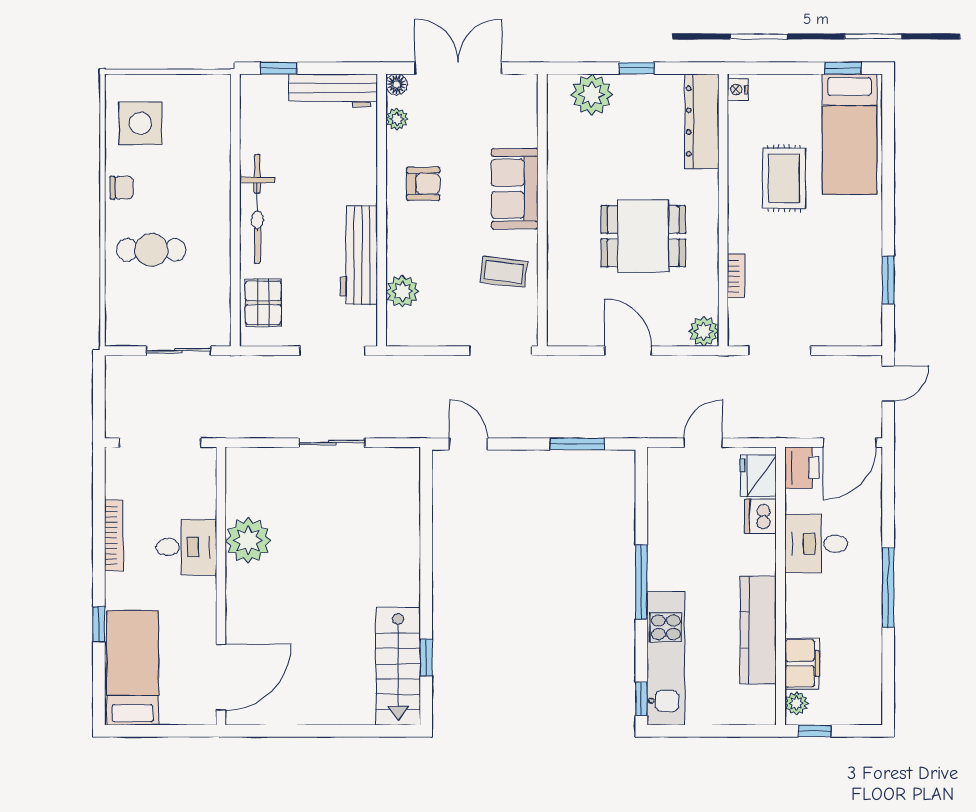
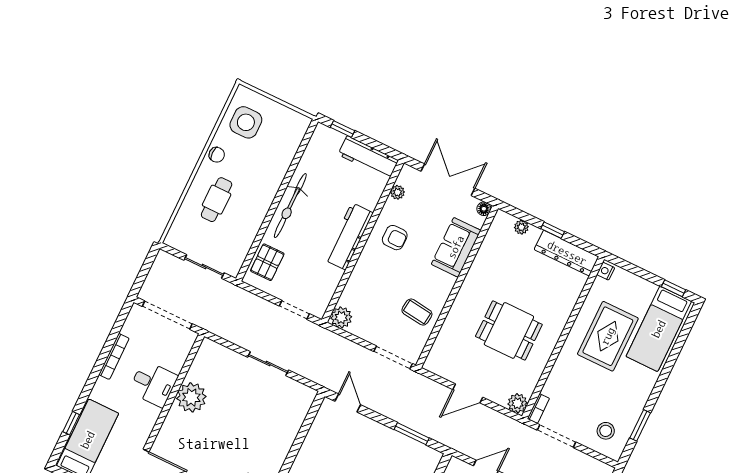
floor lamp: (396, 84) -> (484, 209), moved
plant: (592, 95) -> (521, 227), width x0.53, depth x0.53
dresser: (702, 121) -> (567, 253), moved, turned -90
rug: (784, 178) -> (608, 336), width x1.36, depth x1.43
sofa: (515, 189) -> (456, 247), moved
cafe table: (151, 250) -> (217, 200), turned 90
workbench: (359, 255) -> (349, 236), moved
bookcase: (736, 276) -> (538, 409), moved
plant: (402, 291) -> (341, 317), moved
stool: (844, 311) -> (606, 431), added
doorway: (333, 351) -> (294, 310), width x0.73
door: (628, 351) -> (468, 393), swing flipped
window: (99, 624) -> (71, 423), moved

